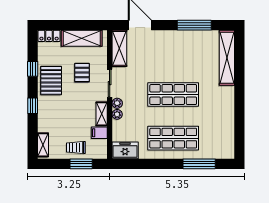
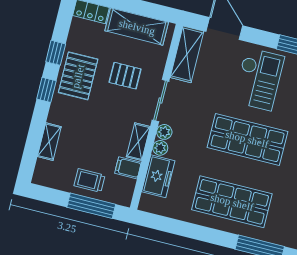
checkout: (171, 53) -> (259, 79), added
pallet: (82, 73) -> (125, 76), turned 90
window: (33, 106) -> (46, 90), moved
shelving: (43, 145) -> (49, 142), moved
freezer: (125, 150) -> (158, 176), moved, turned 90
window: (81, 164) -> (91, 206), width x1.44

